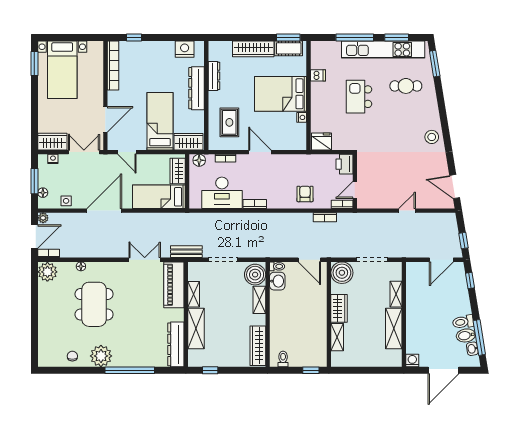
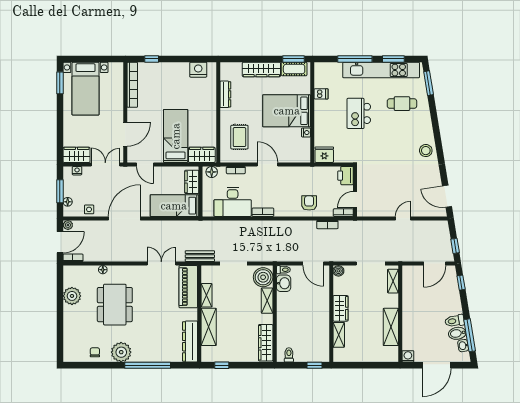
dresser: (196, 88) -> (209, 106), removed
plant: (47, 272) -> (72, 296), moved
boiler: (342, 273) -> (338, 271), width x0.54, depth x0.54
shelving: (396, 294) -> (393, 281), moved

